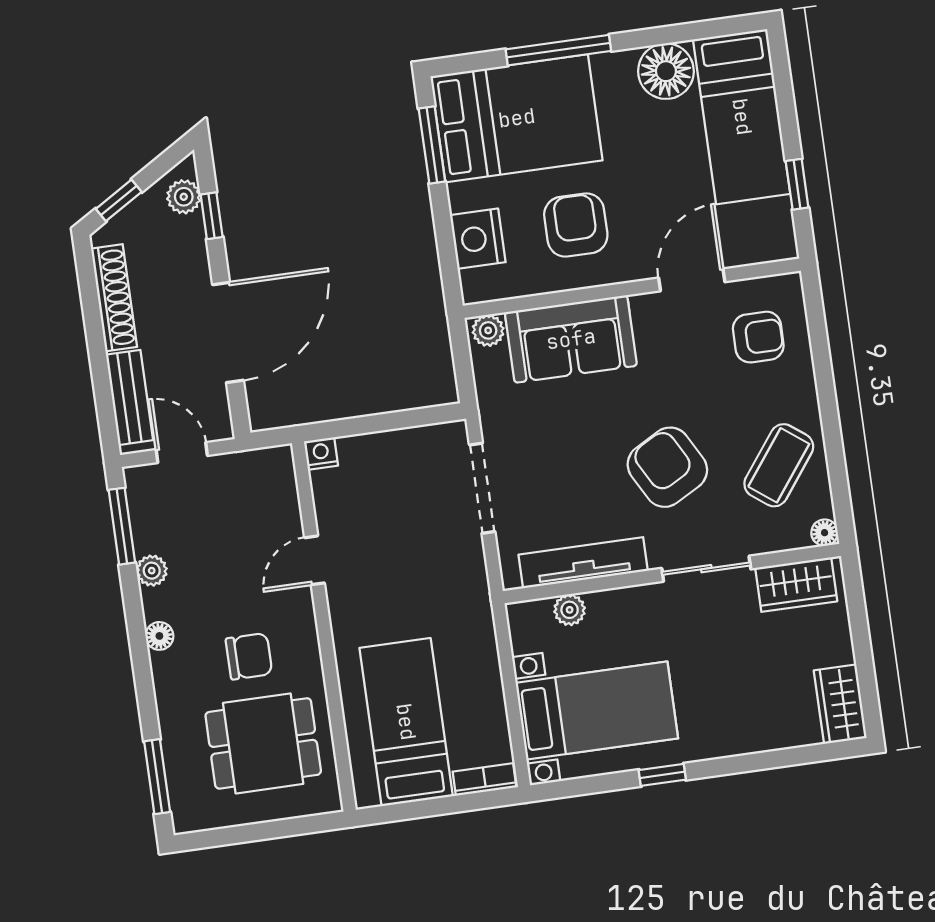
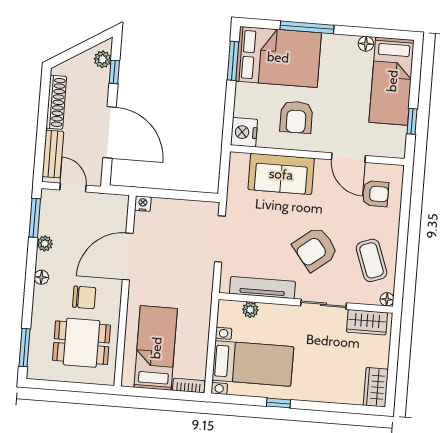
floor lamp: (666, 71) -> (366, 44), width x0.53, depth x0.53
window: (119, 200) -> (69, 54), removed
armchair: (576, 225) -> (296, 117), turned 180
nightstand: (478, 239) -> (244, 132), moved
door: (692, 280) -> (348, 158), swing flipped
plant: (488, 330) -> (240, 160), removed
door: (228, 332) -> (110, 132), hinge flipped
coffee table: (779, 465) -> (372, 260), turned -57
armchair: (667, 467) -> (315, 249), turned -99
door: (315, 560) -> (128, 256), width x1.88

